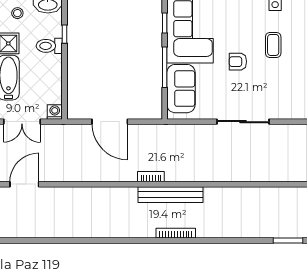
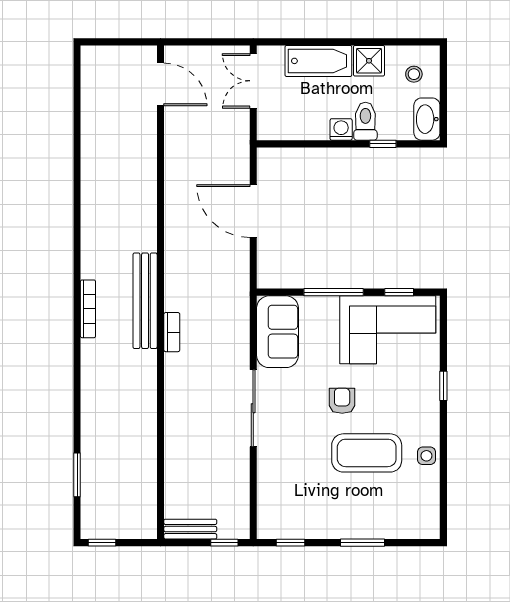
coffee table: (273, 45) -> (367, 453), width x1.86, depth x1.72
sofa: (181, 89) -> (278, 332), moved, turned -90
washing machine: (55, 112) -> (341, 129), moved, turned -90
door: (110, 122) -> (253, 211), hinge flipped
bookcase: (151, 177) -> (172, 332), moved

